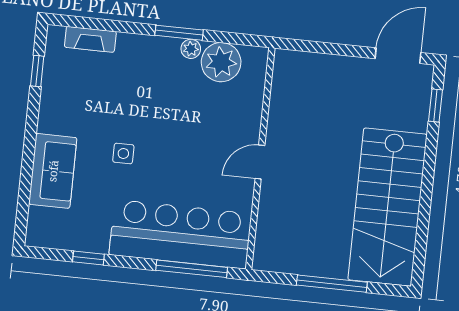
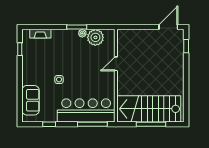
door: (260, 162) -> (116, 64), moved
sofa: (53, 171) -> (30, 100), moved
stairs: (388, 207) -> (149, 109), moved, turned 90

